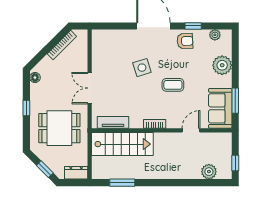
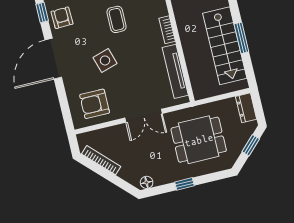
armchair: (109, 51) -> (95, 104), added
tv unit: (113, 122) -> (175, 71), width x1.41
dining table: (59, 128) -> (199, 140), turned 90
stairs: (122, 144) -> (225, 46), moved, turned 180
window: (122, 183) -> (241, 38), moved

